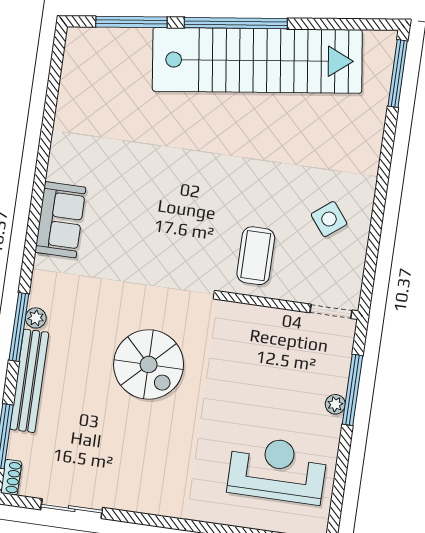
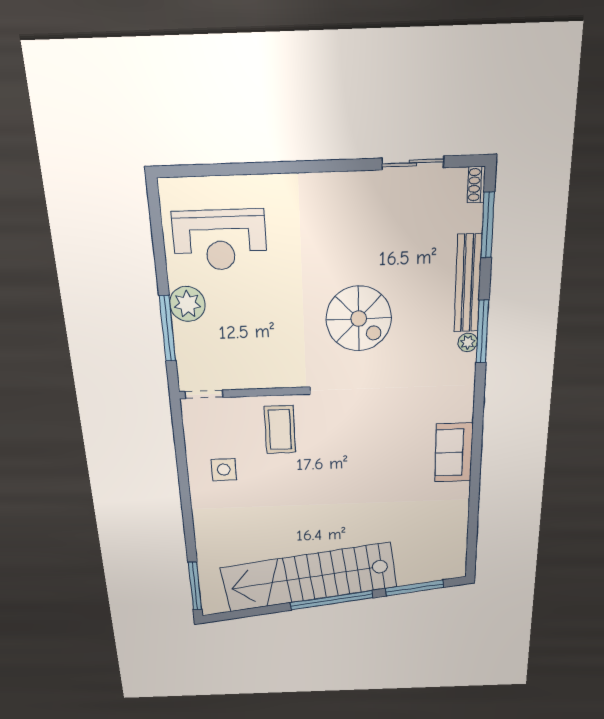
side table: (329, 219) -> (224, 470), turned 38
sofa: (60, 220) -> (454, 453), moved
spiral stairs: (149, 364) -> (359, 319), turned 180
plant: (335, 404) -> (187, 304), width x1.88, depth x1.88

